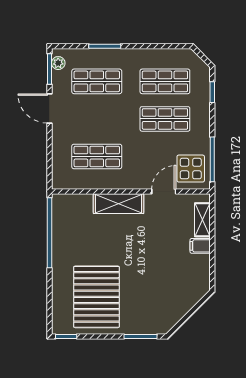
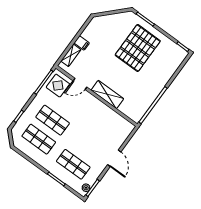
door: (49, 109) -> (114, 158), moved
shop shelf: (97, 156) -> (101, 126), removed
pallet: (96, 297) -> (138, 48), moved

